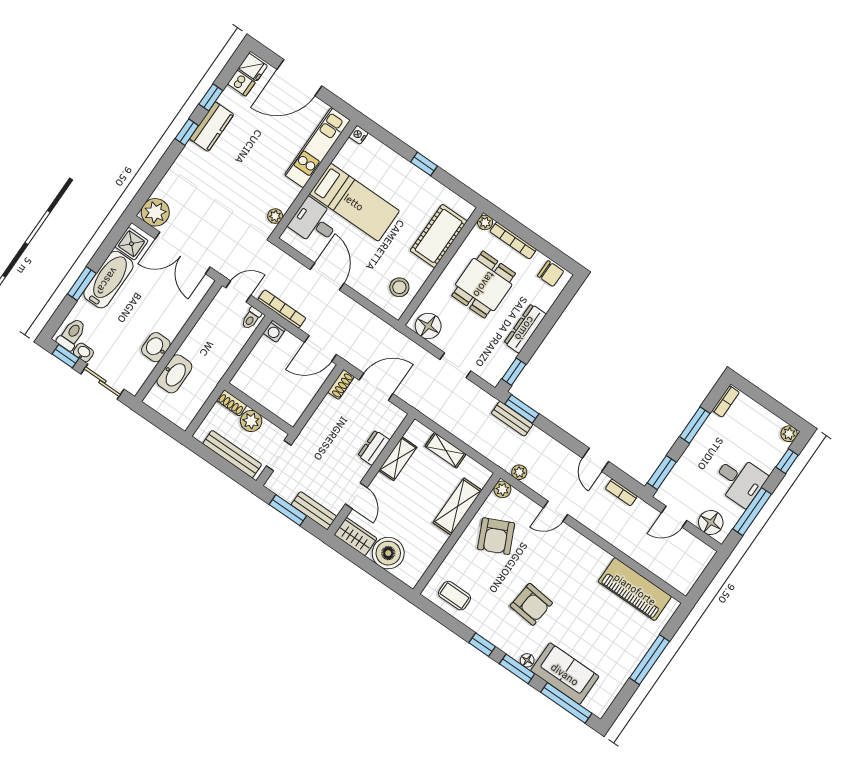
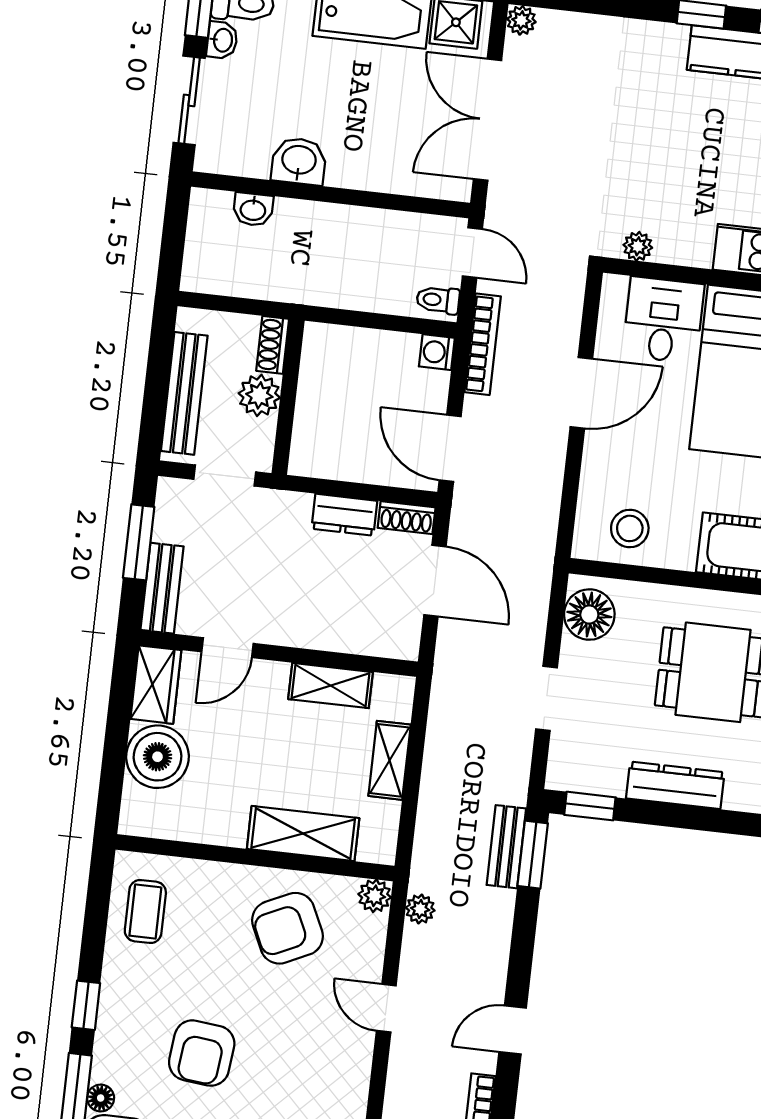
plant: (155, 212) -> (521, 20), width x0.53, depth x0.53
washbasin: (174, 374) -> (253, 209), width x0.52, depth x0.69
dresser: (374, 448) -> (344, 515), moved, turned 180

